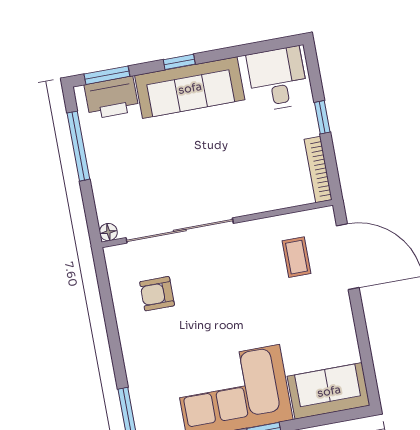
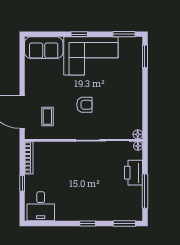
sofa: (190, 88) -> (85, 210), removed
printer: (112, 98) -> (133, 173), moved, turned -90
floor lamp: (113, 255) -> (138, 134), added
armchair: (157, 294) -> (84, 105), moved

